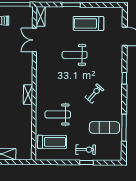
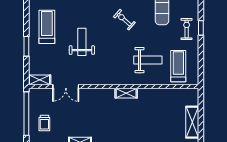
treadmill: (88, 23) -> (47, 27), turned 180
weight bench: (75, 55) -> (82, 42), turned 180
weight bench: (58, 114) -> (148, 60), turned -90

